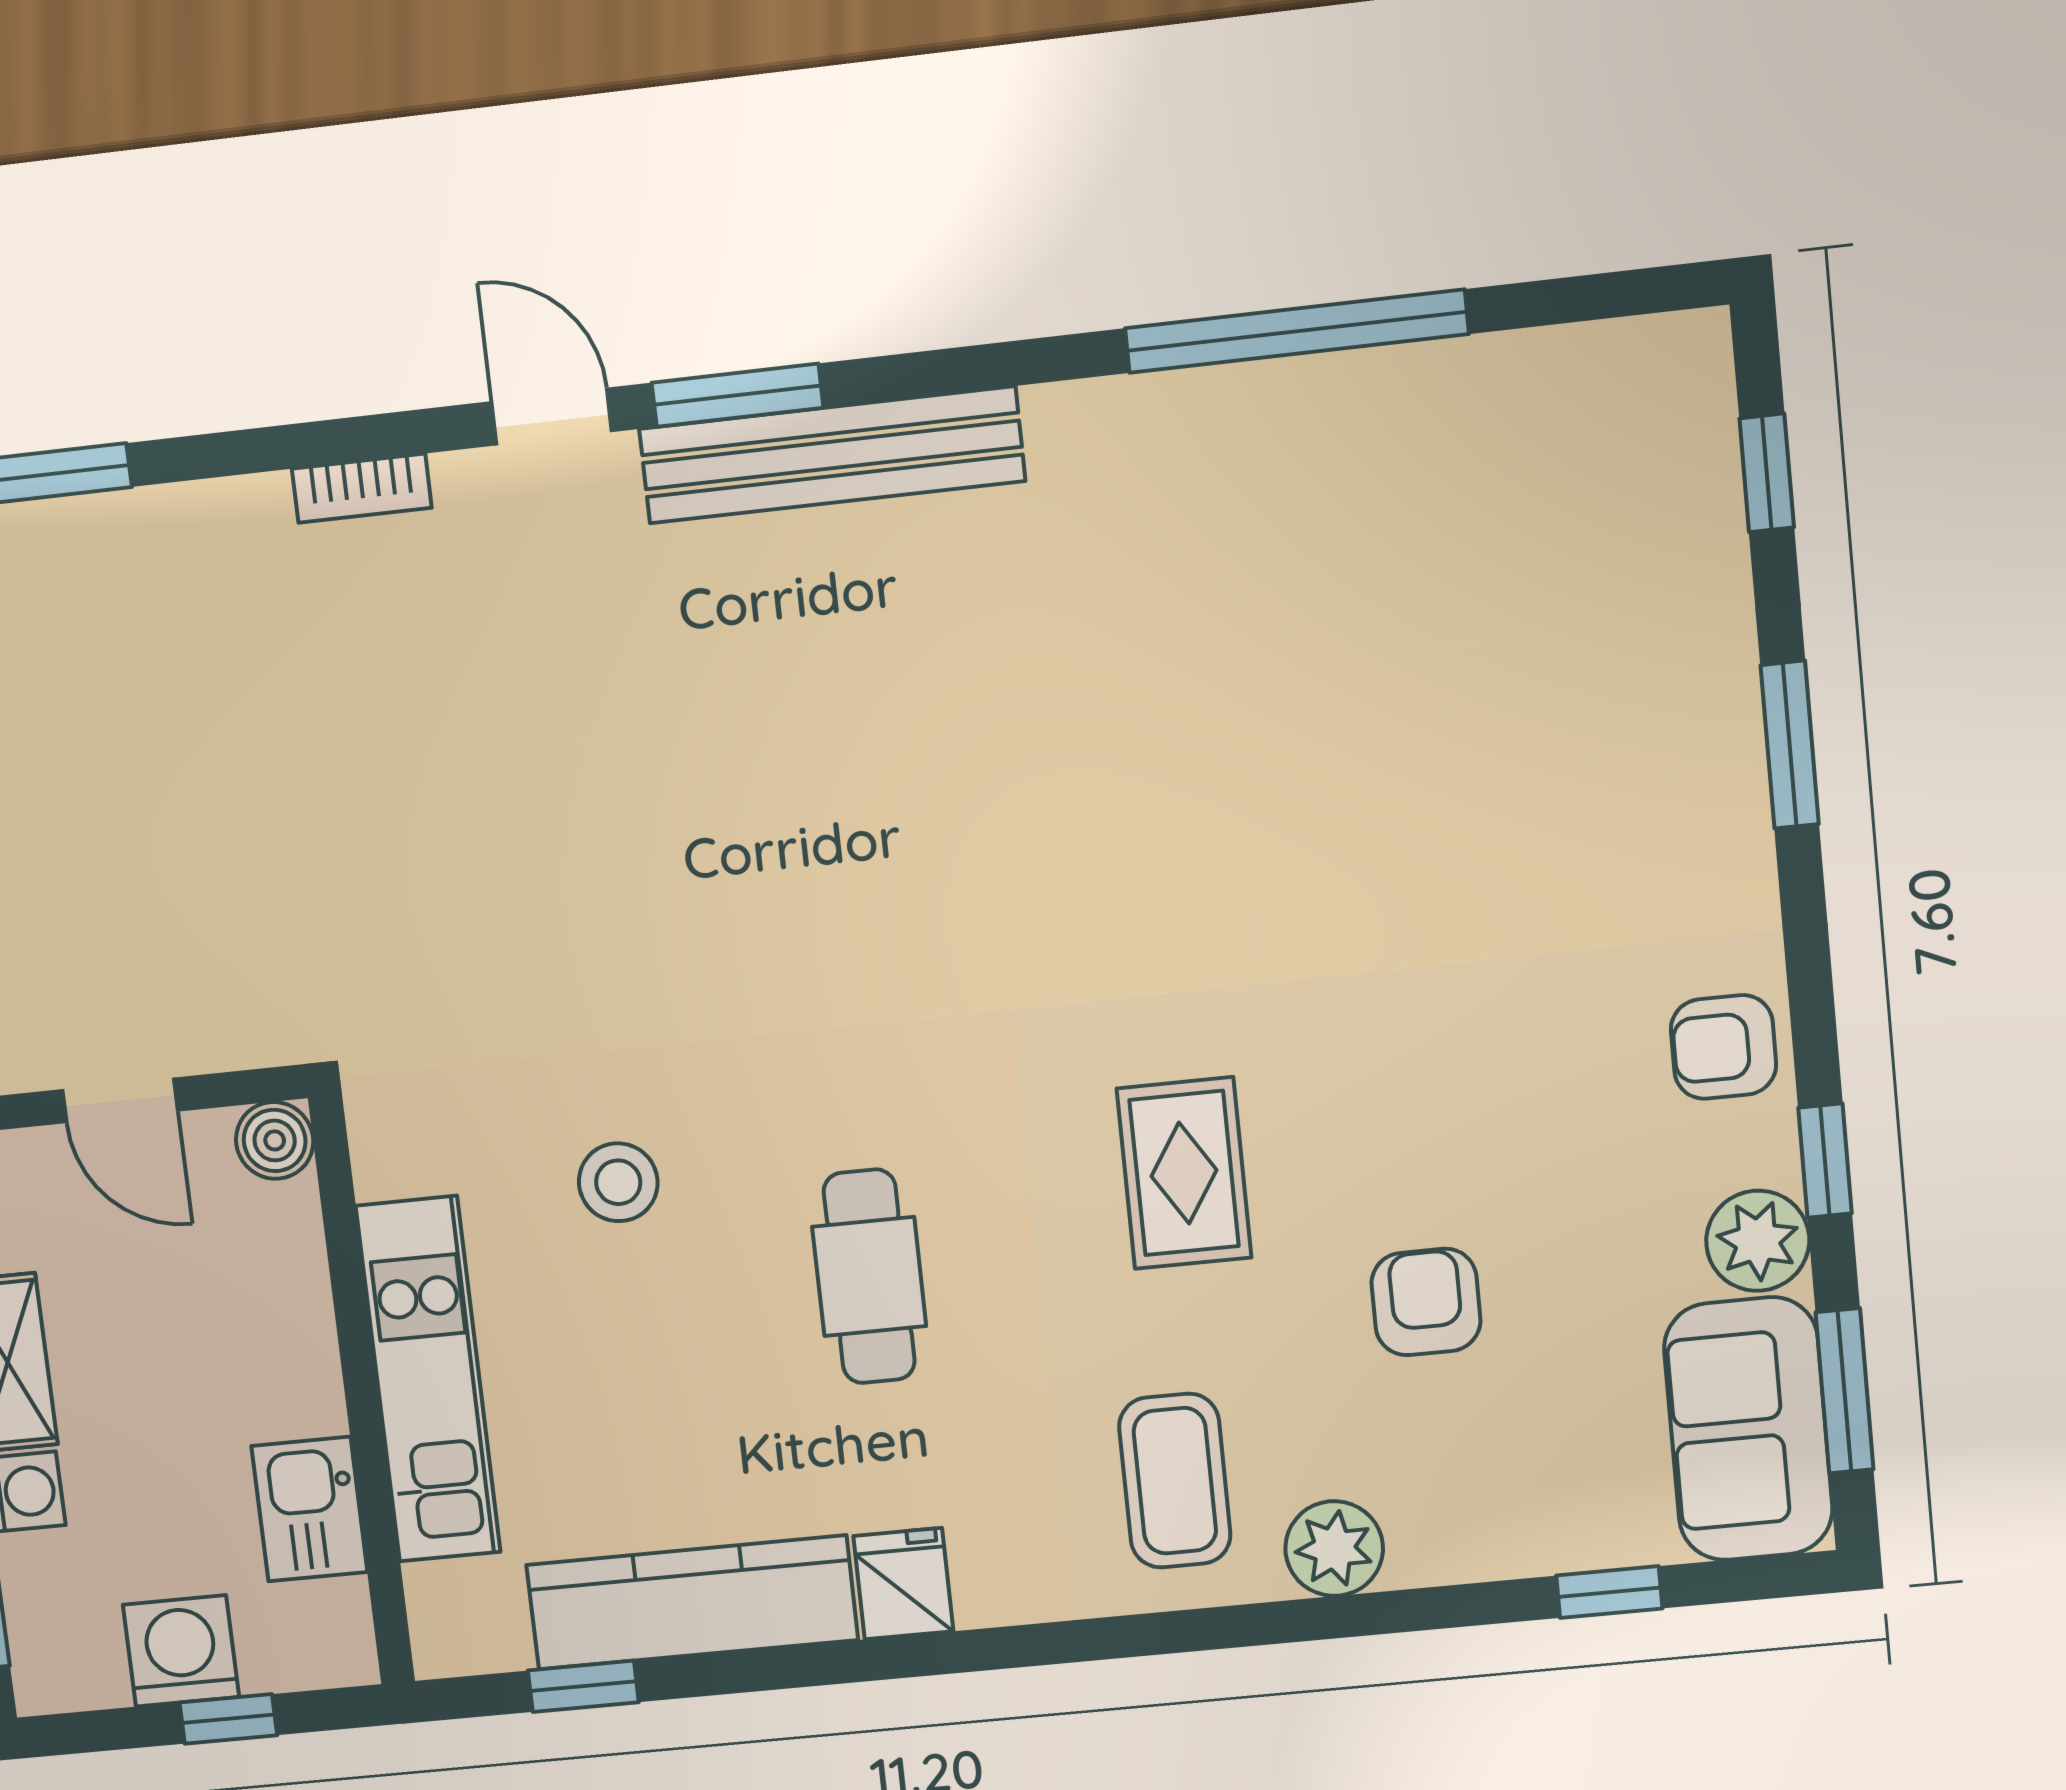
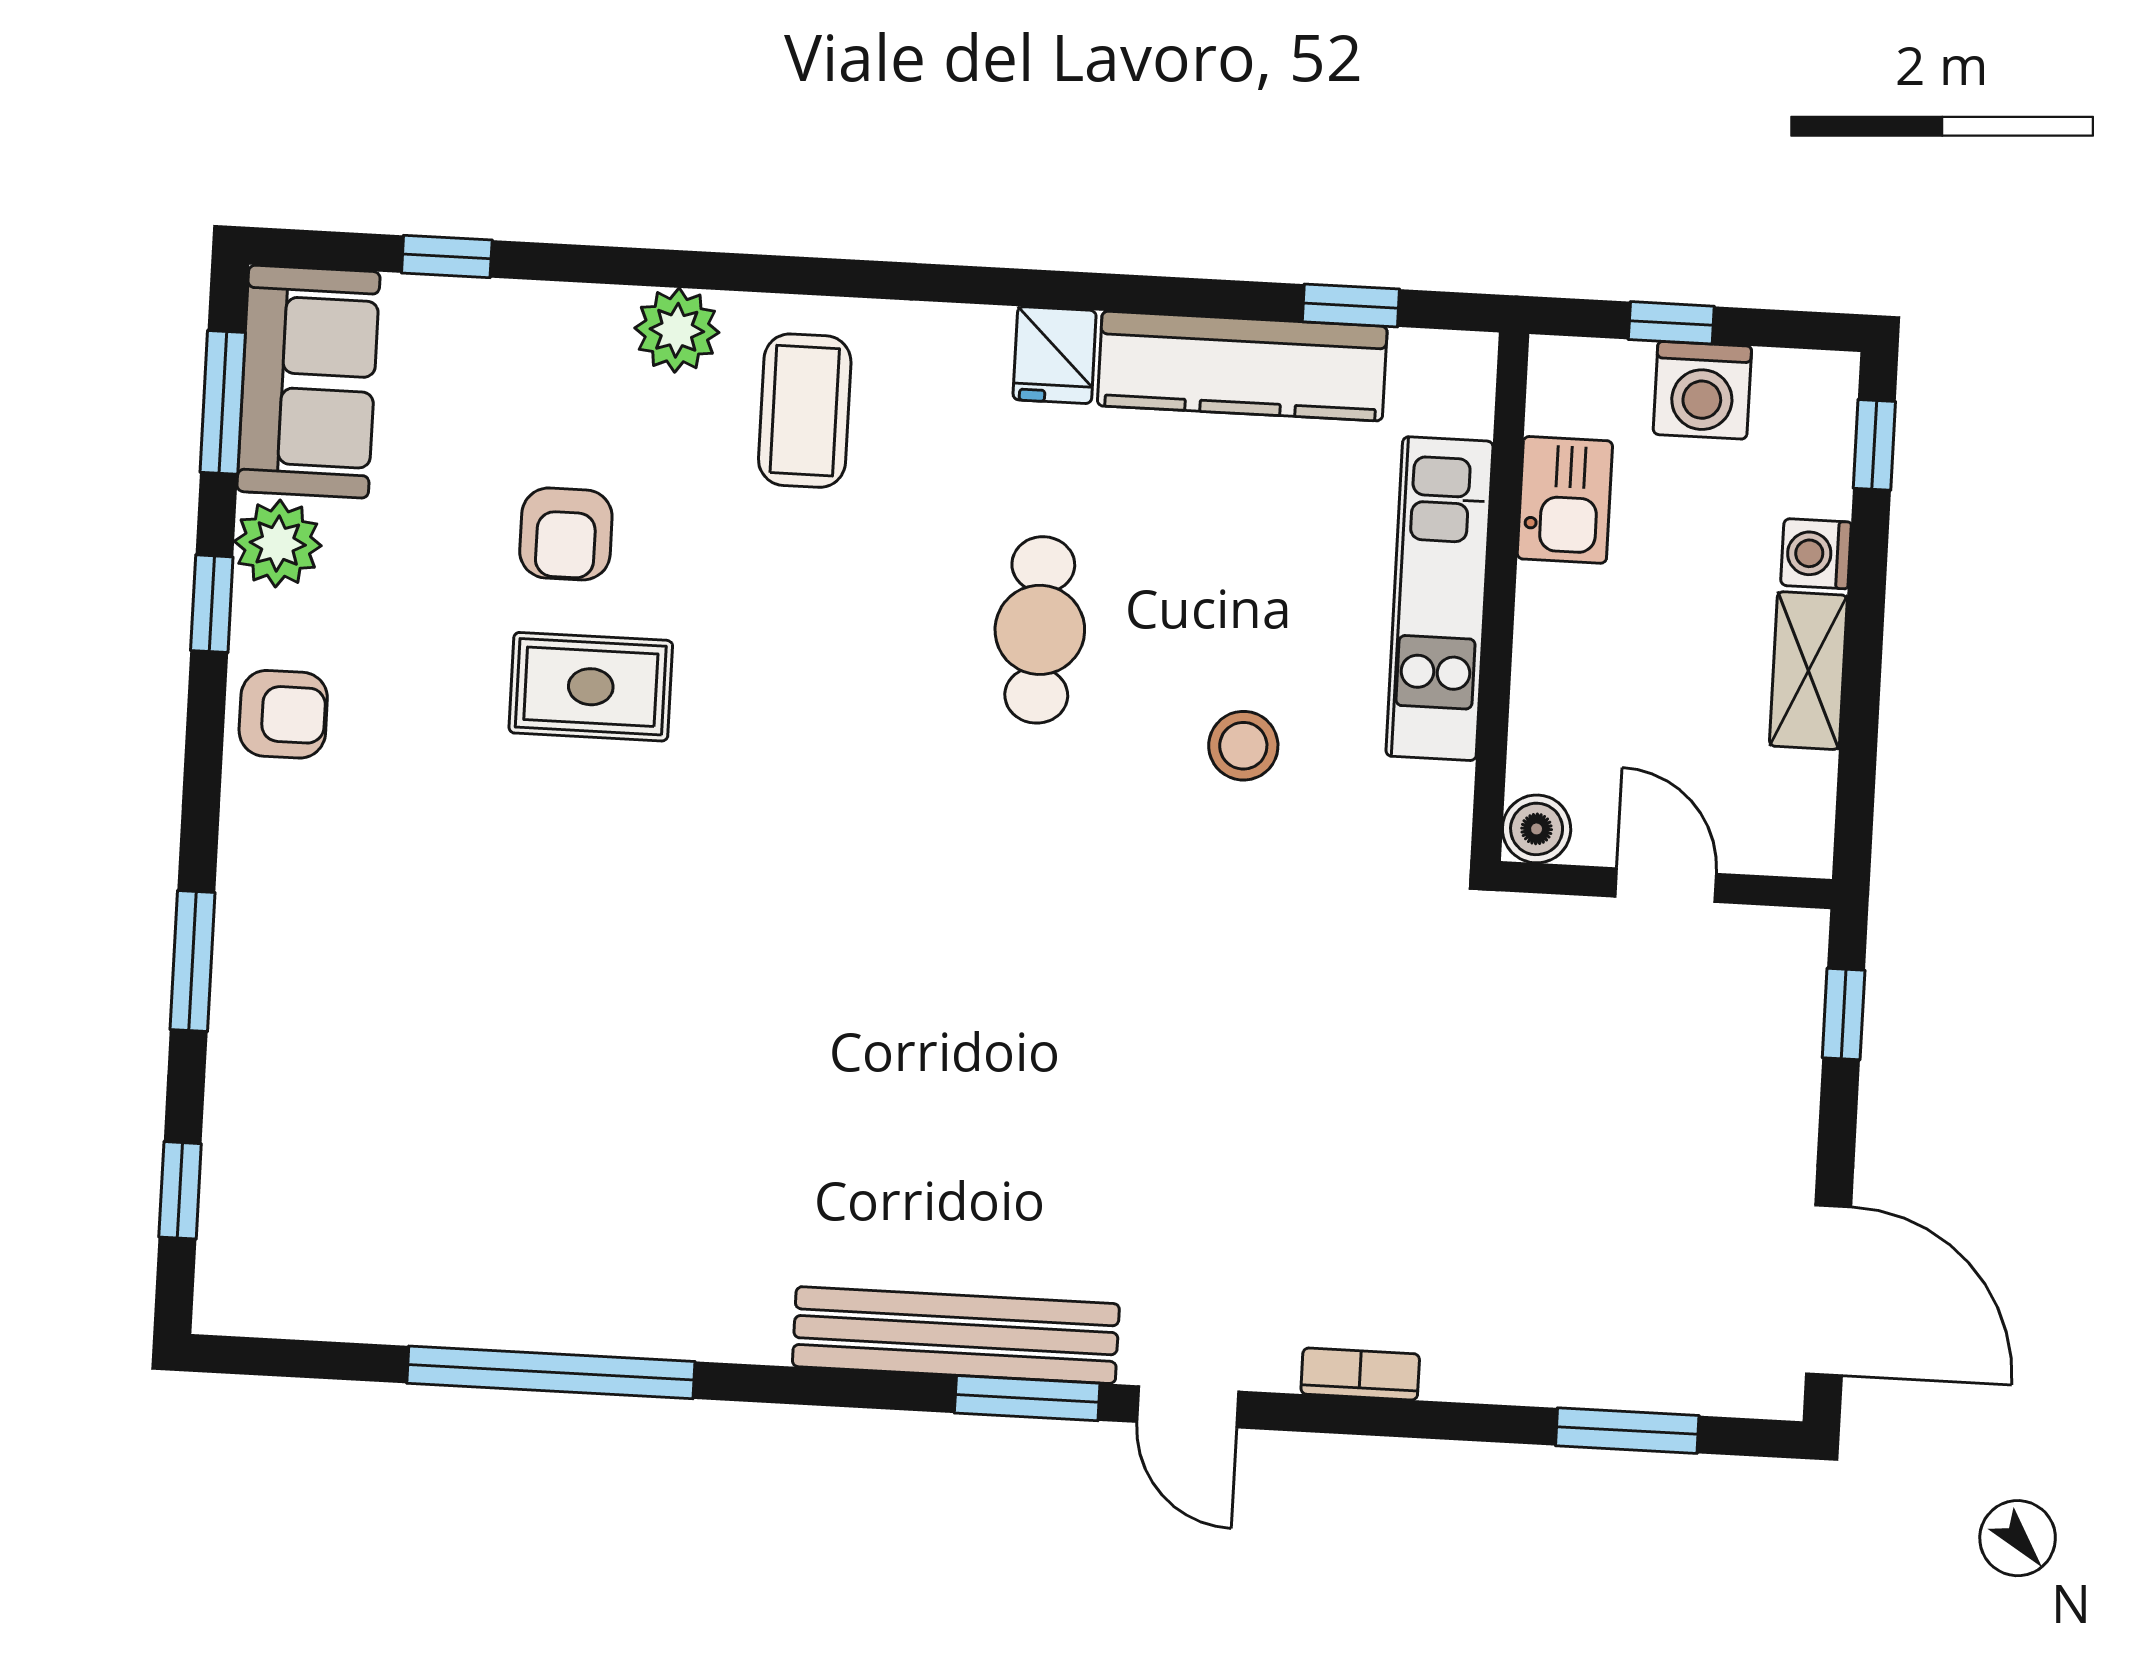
rug: (1184, 1173) -> (591, 687), moved, turned 90

